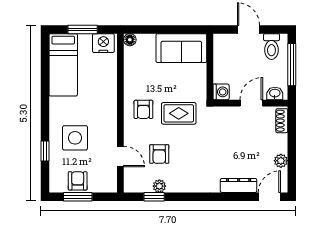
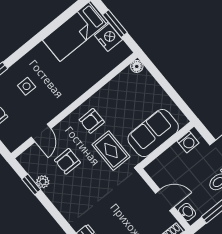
nightstand: (103, 43) -> (108, 37), moved
sofa: (181, 48) -> (153, 133), moved, turned 90
washing machine: (221, 92) -> (188, 142), moved
side table: (75, 138) -> (27, 86), width x0.54, depth x0.54

